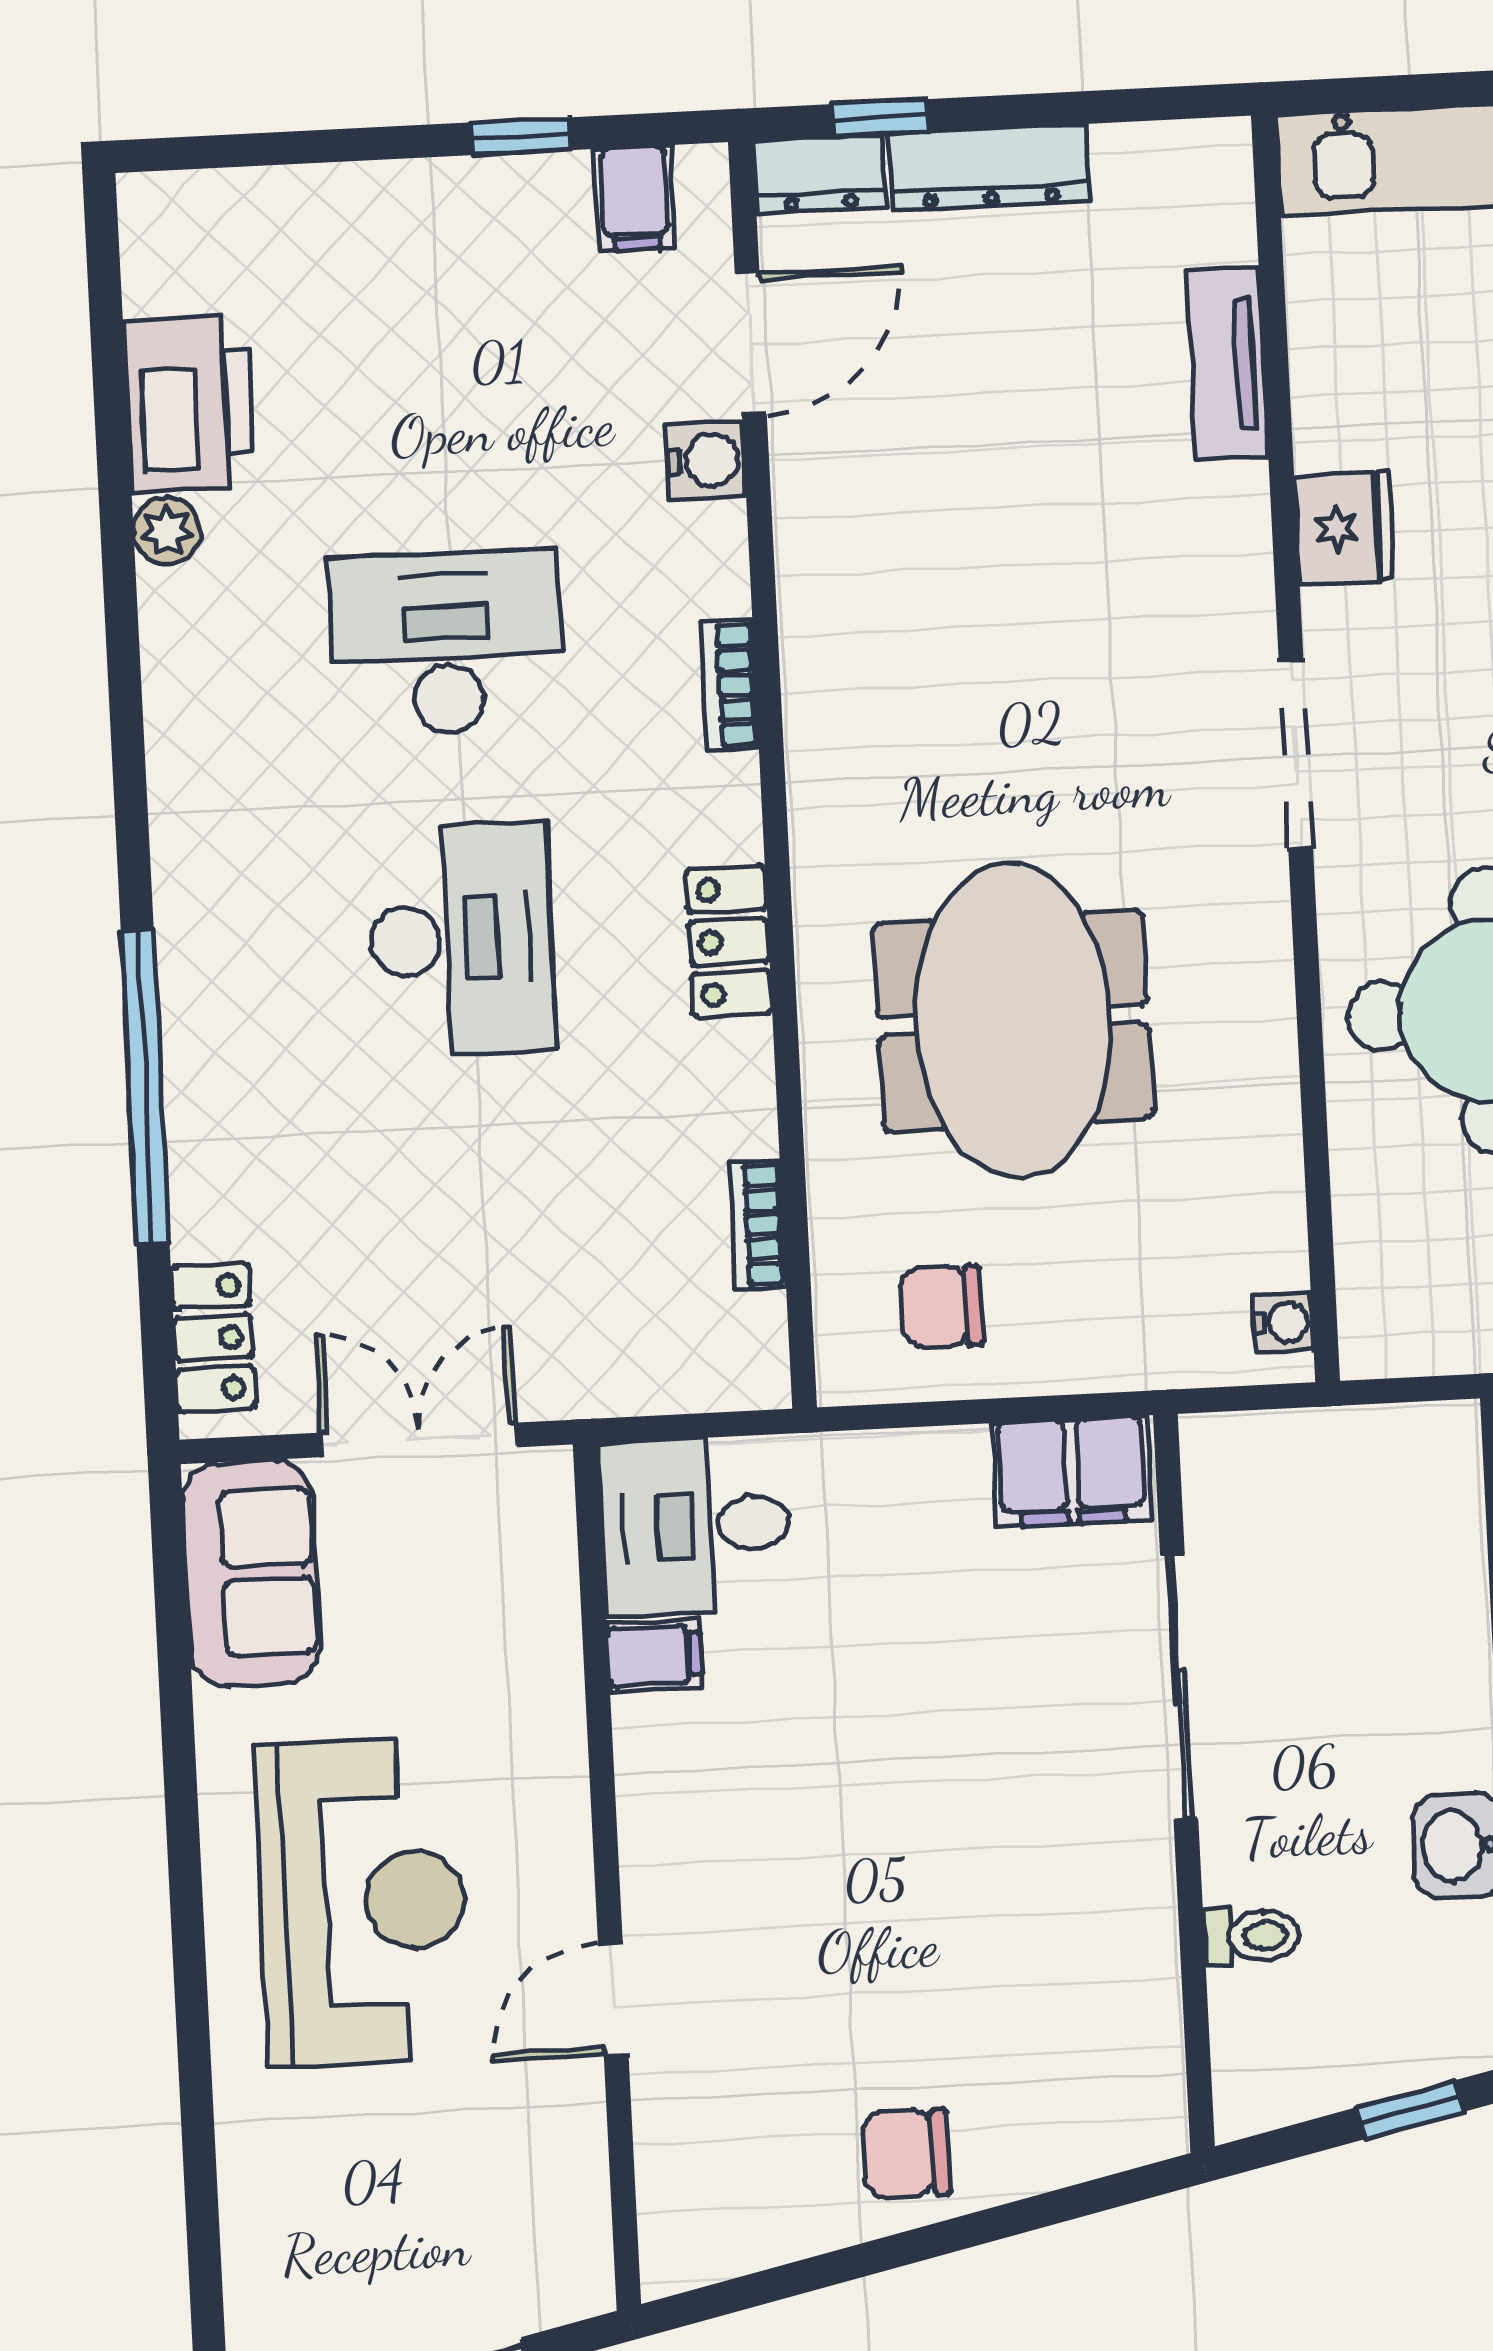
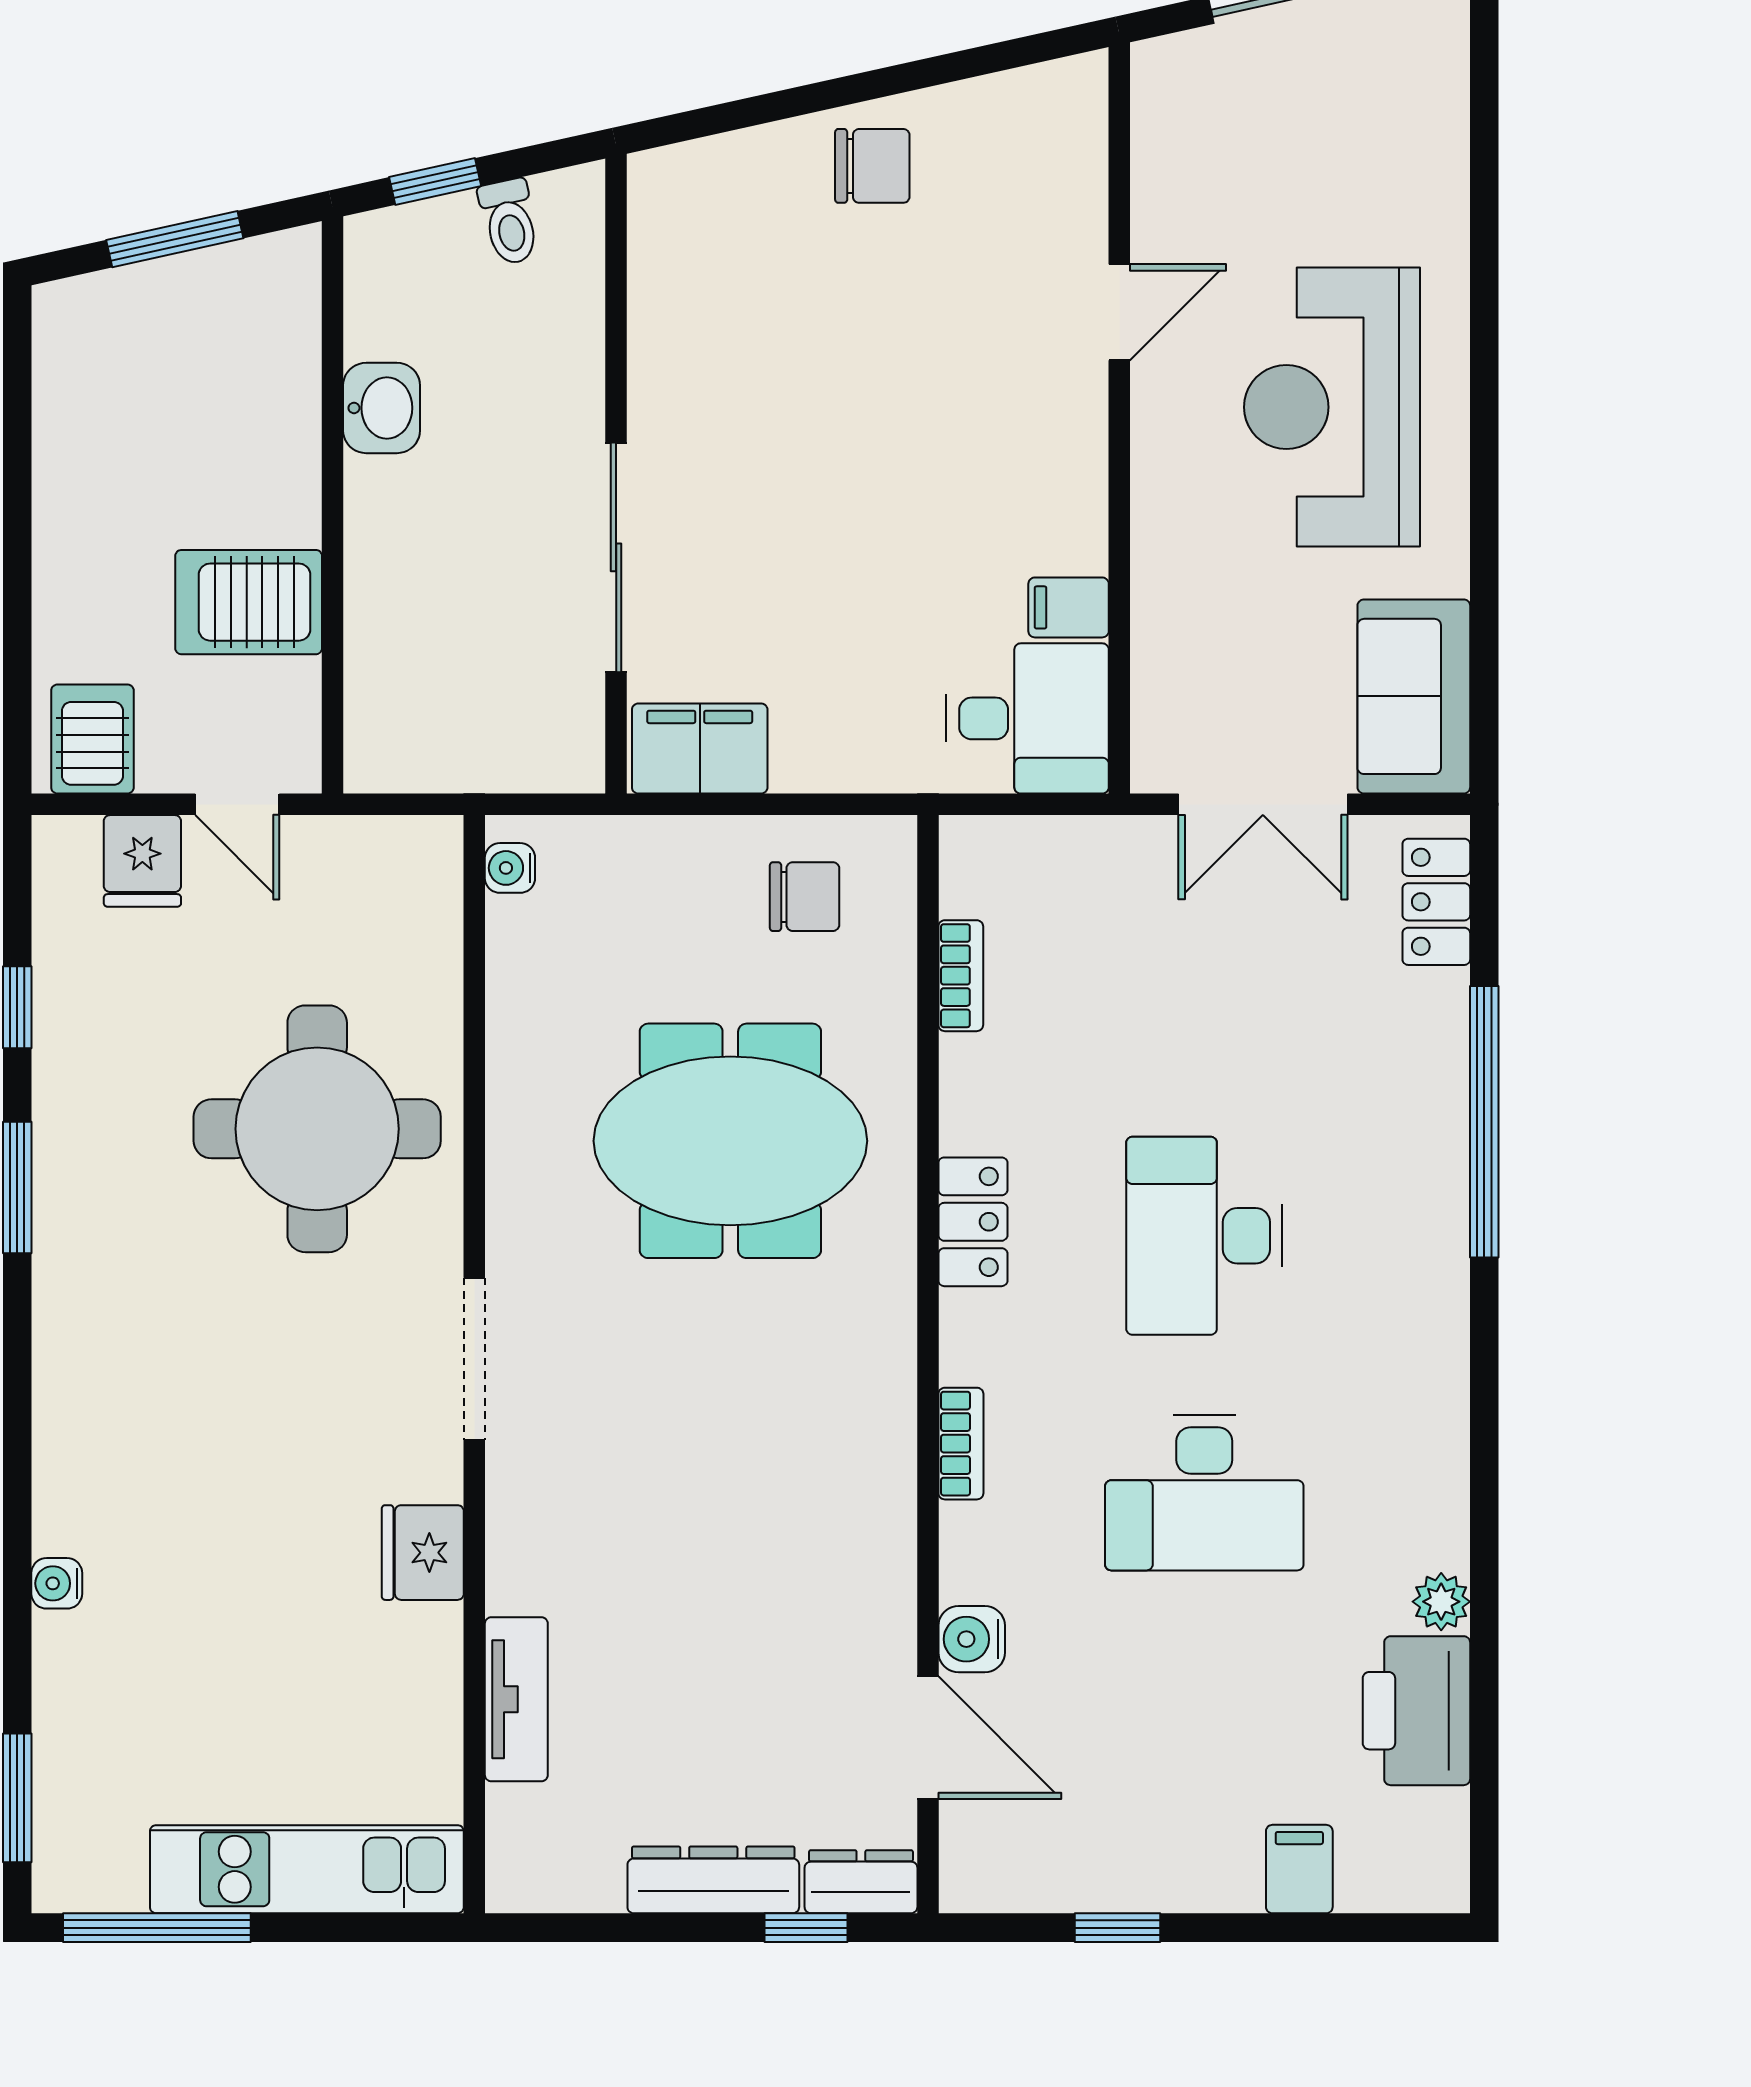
filing cabinet: (635, 198) -> (1299, 1869), moved
door: (751, 344) -> (928, 1738), swing flipped
meeting table: (1013, 1021) -> (730, 1141), turned 90
toilet: (1252, 1936) -> (509, 222), moved, turned -102

